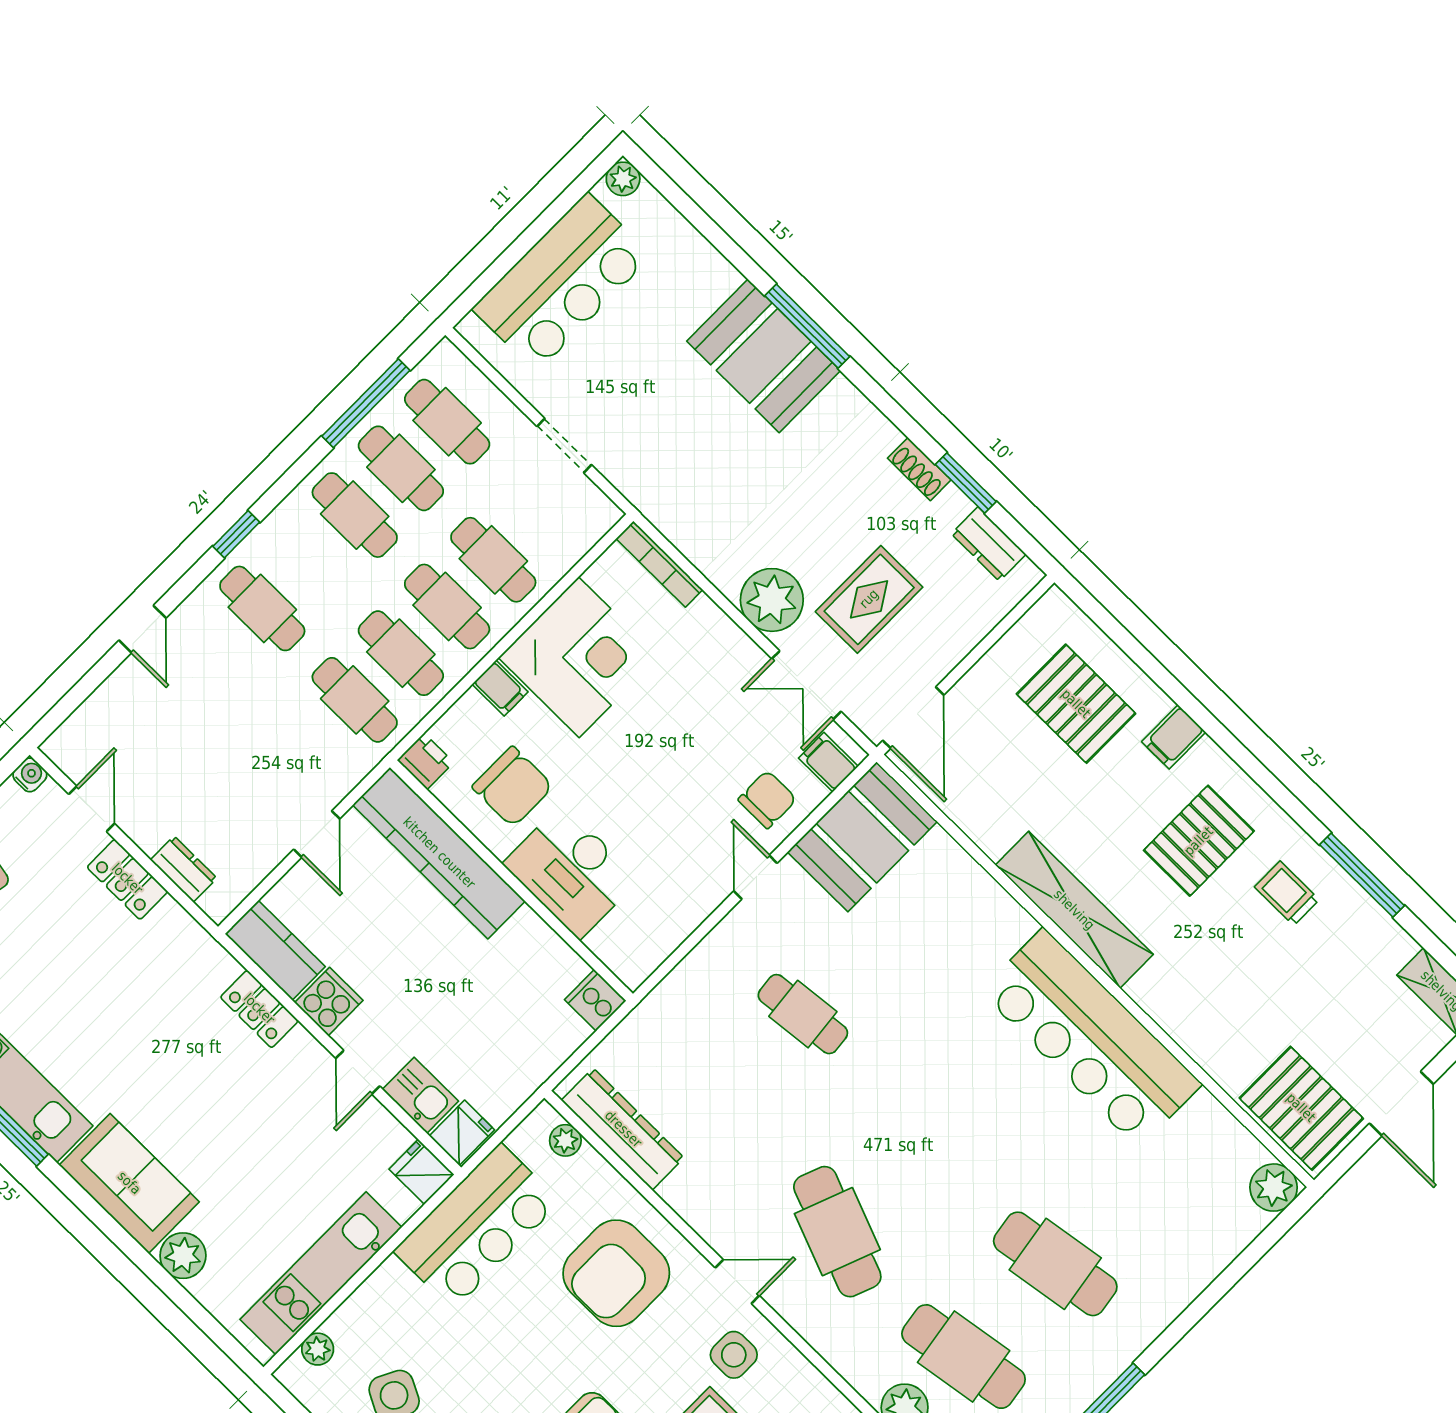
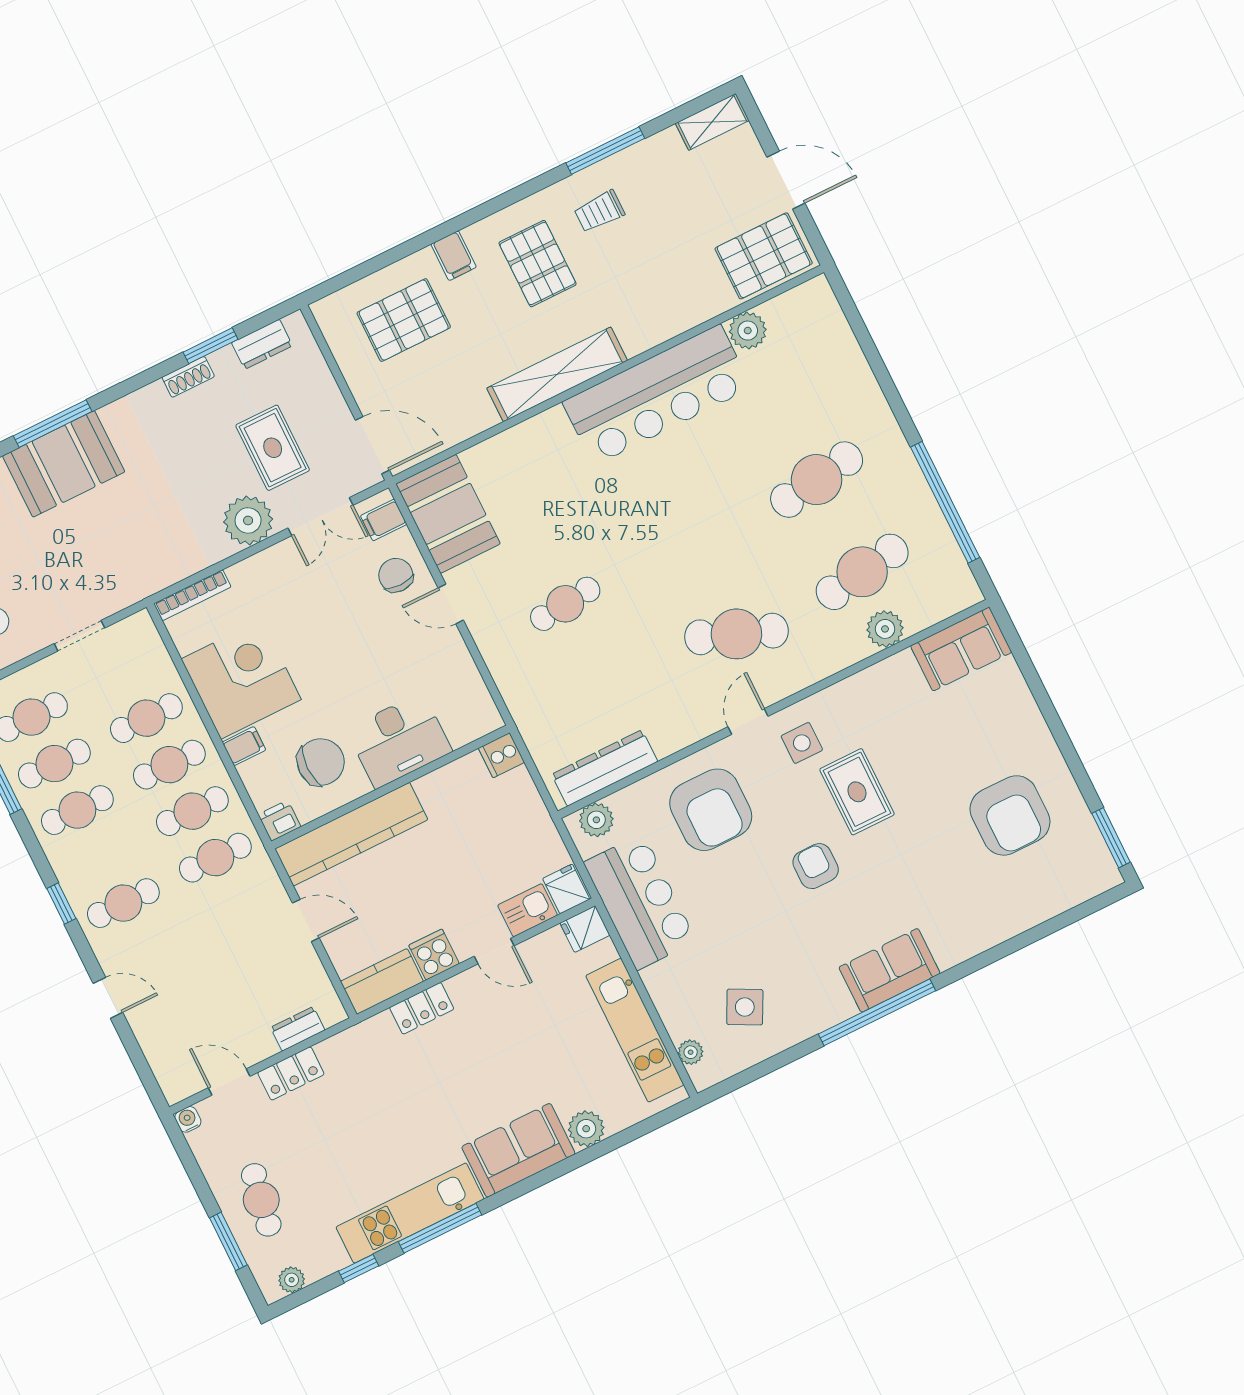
plant: (565, 1140) -> (596, 820), width x1.38, depth x1.38
plant: (1274, 1188) -> (748, 331), moved

